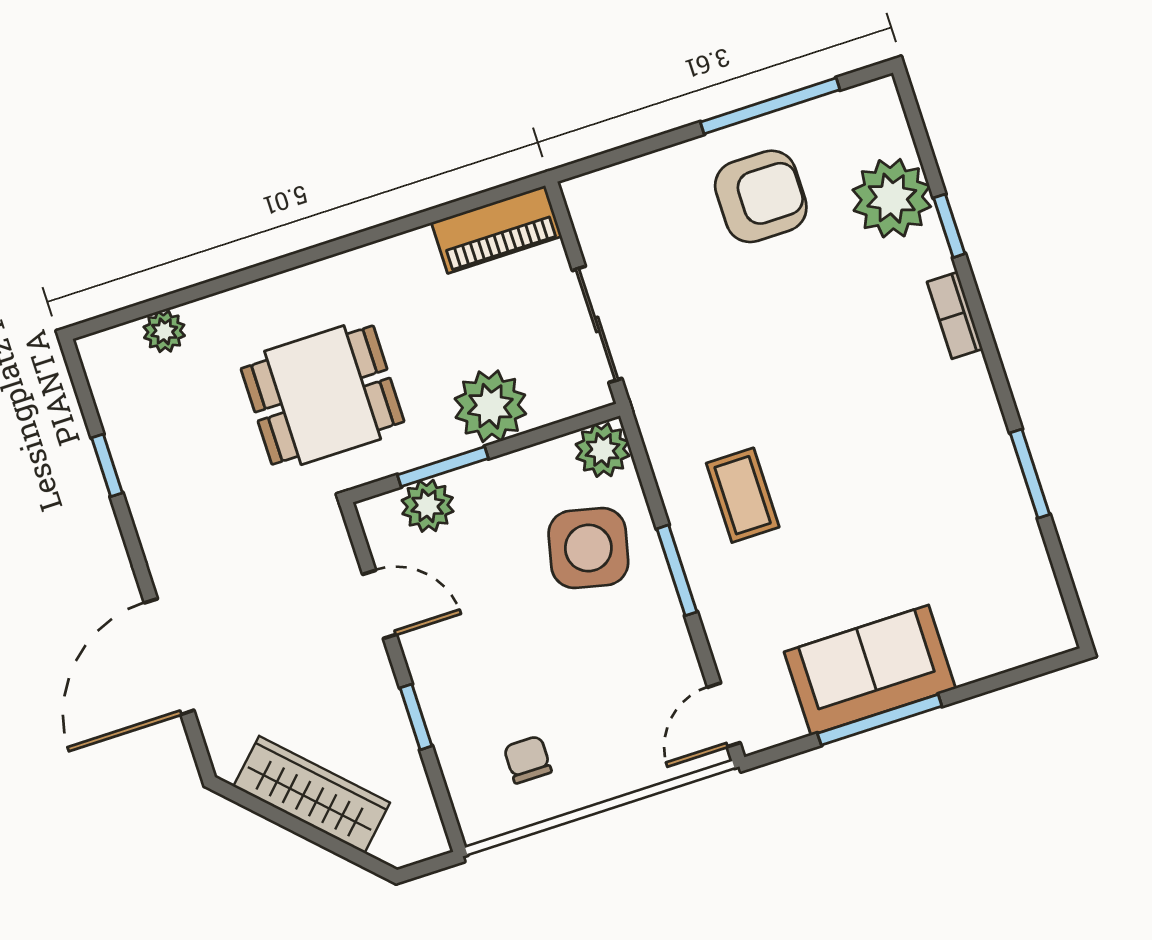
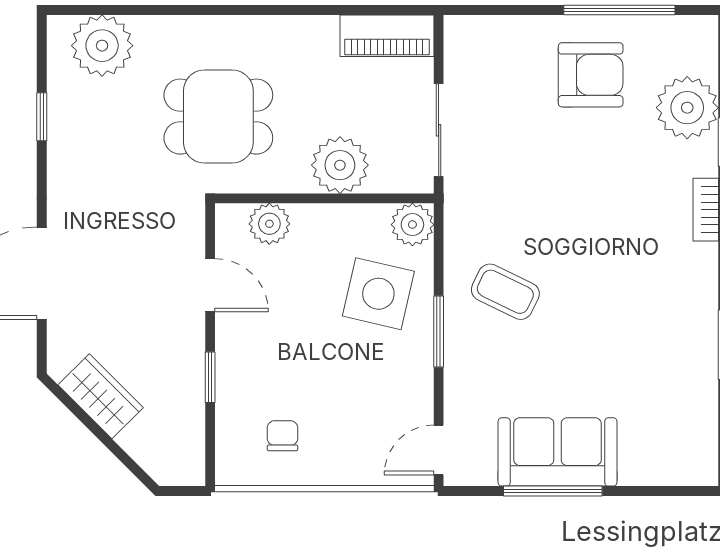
plant: (164, 331) -> (102, 46), width x1.87, depth x1.87
window: (443, 467) -> (290, 198), removed
coffee table: (743, 495) -> (505, 292), turned -64
wardrobe: (312, 795) -> (101, 396), width x0.67

